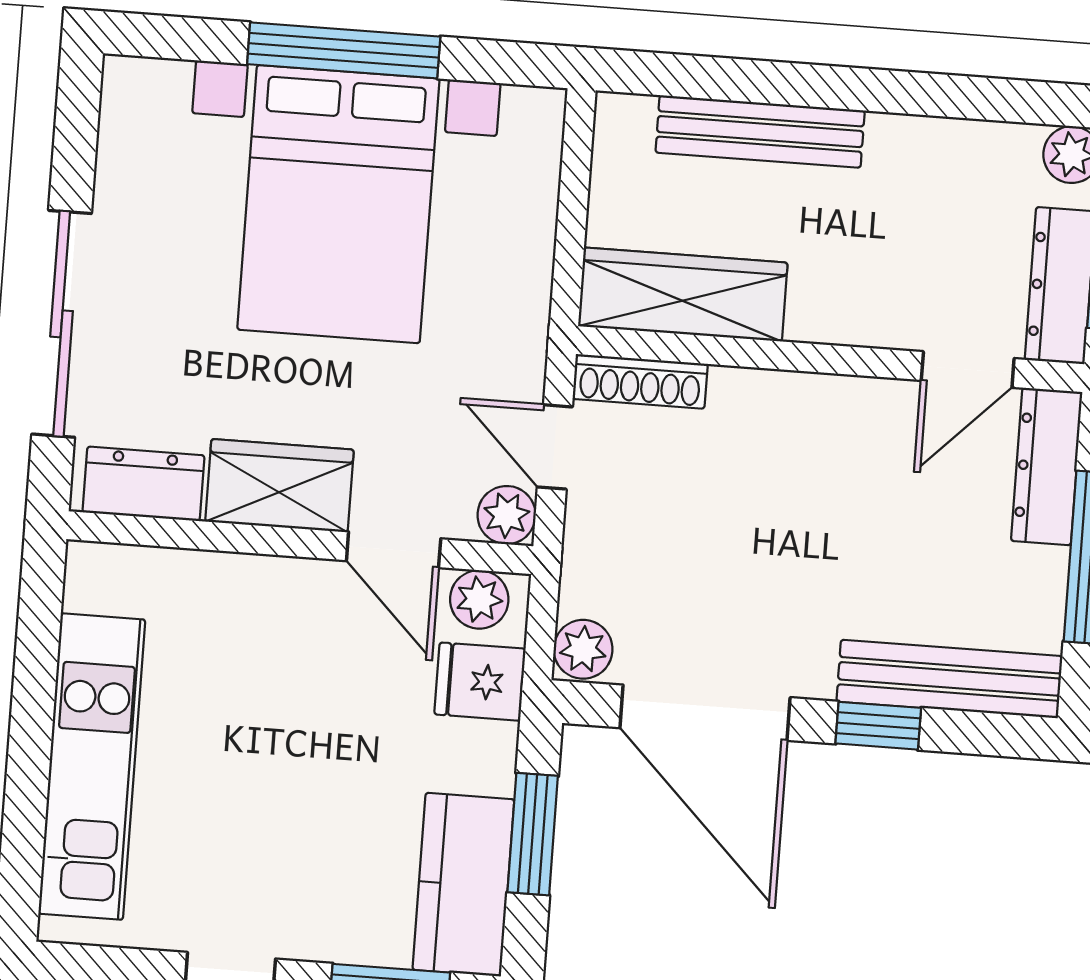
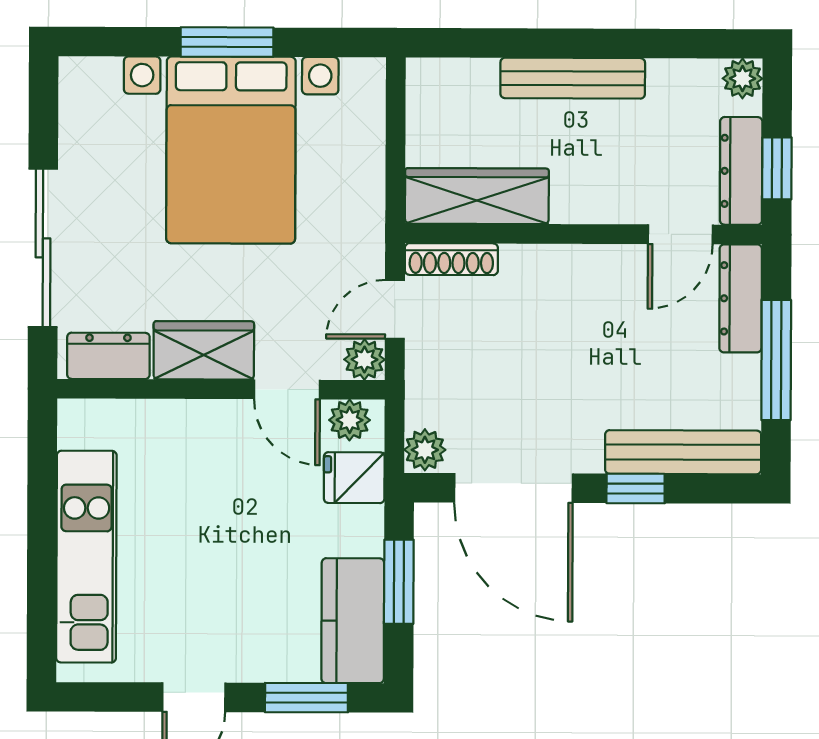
window: (344, 50) -> (227, 42), width x0.69
bench: (760, 132) -> (573, 78), moved
door: (555, 447) -> (395, 309), hinge flipped

